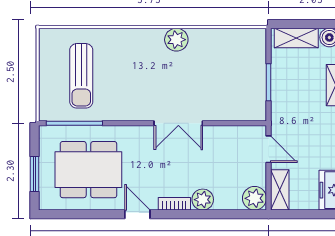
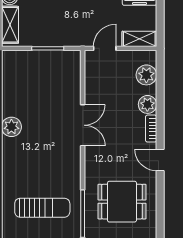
dining table: (88, 170) -> (122, 202), width x0.73
plant: (255, 198) -> (146, 75), moved
door: (137, 214) -> (160, 160), hinge flipped

